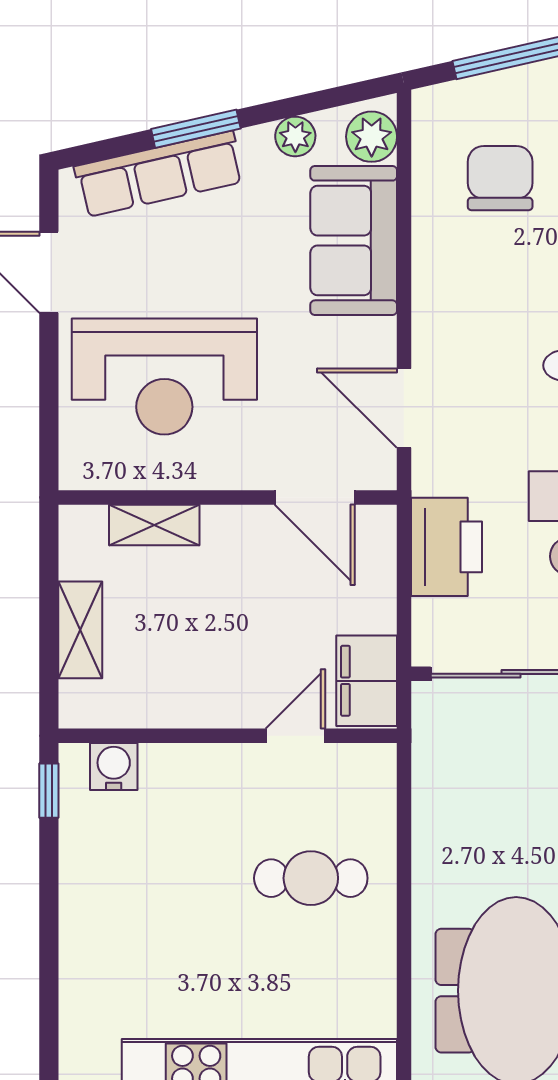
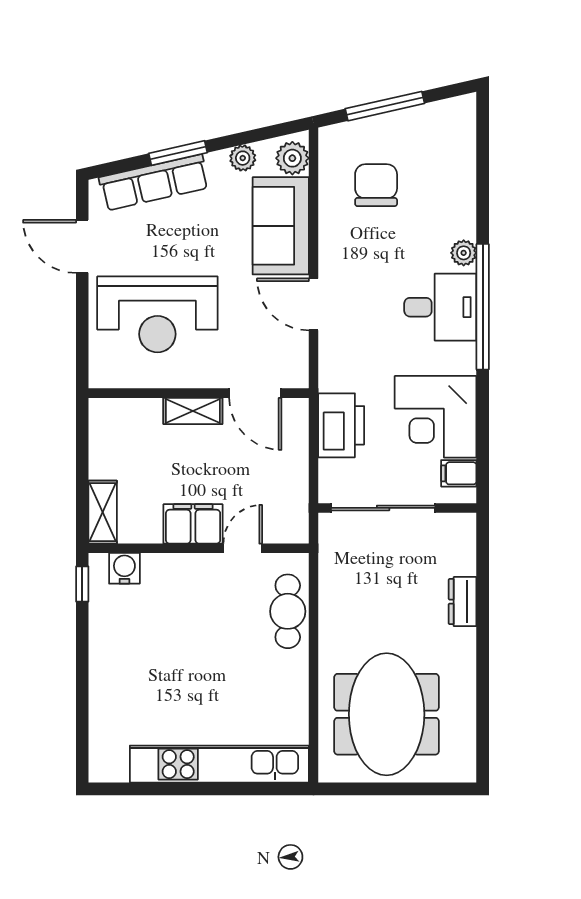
door: (404, 408) -> (313, 304), moved
shelving: (154, 525) -> (193, 411), moved
shelving: (80, 630) -> (103, 512), moved
filing cabinet: (367, 681) -> (193, 524), moved, turned 90
cafe table: (311, 878) -> (288, 611), moved, turned 90

